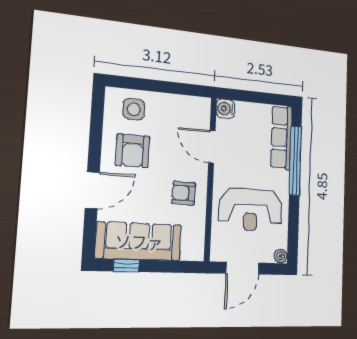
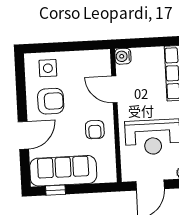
armchair: (133, 151) -> (51, 101), turned -90
armchair: (184, 193) -> (95, 130), turned -92

